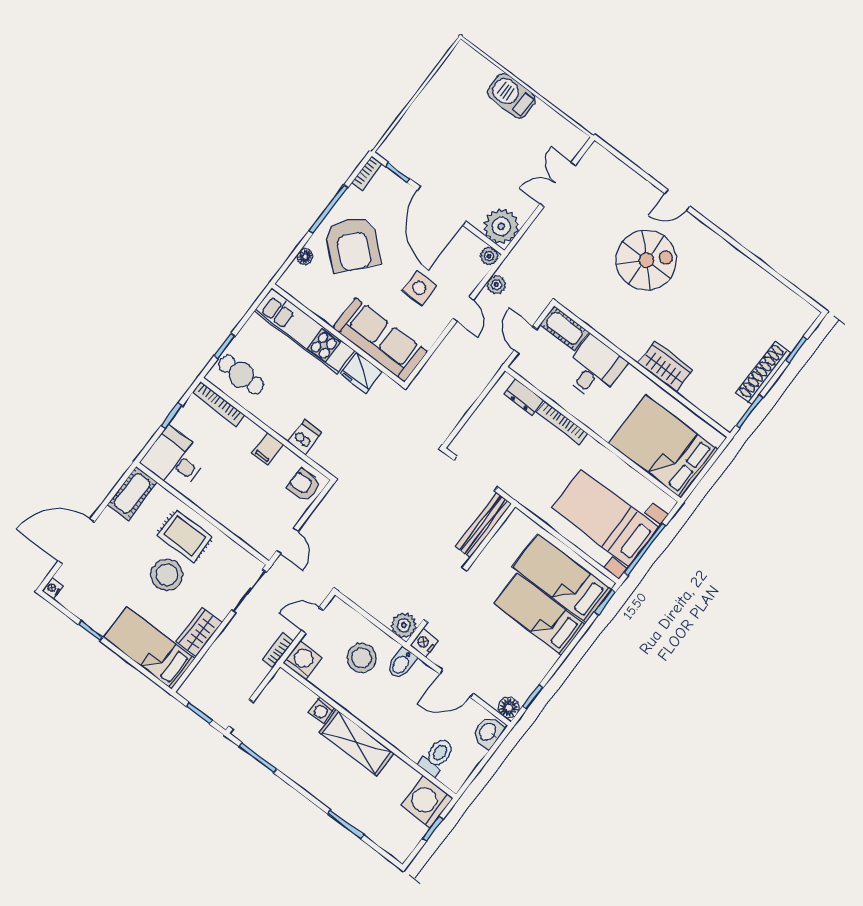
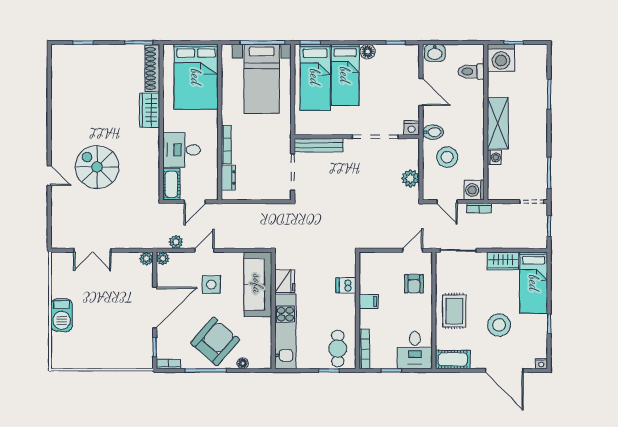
plant: (501, 226) -> (146, 259), width x0.53, depth x0.53
shoe rack: (763, 373) -> (152, 68), moved, turned 90
armchair: (304, 485) -> (414, 284), moved
stool: (167, 575) -> (499, 325), moved
plant: (404, 625) -> (410, 178), moved
floor lamp: (509, 708) -> (368, 52), moved

